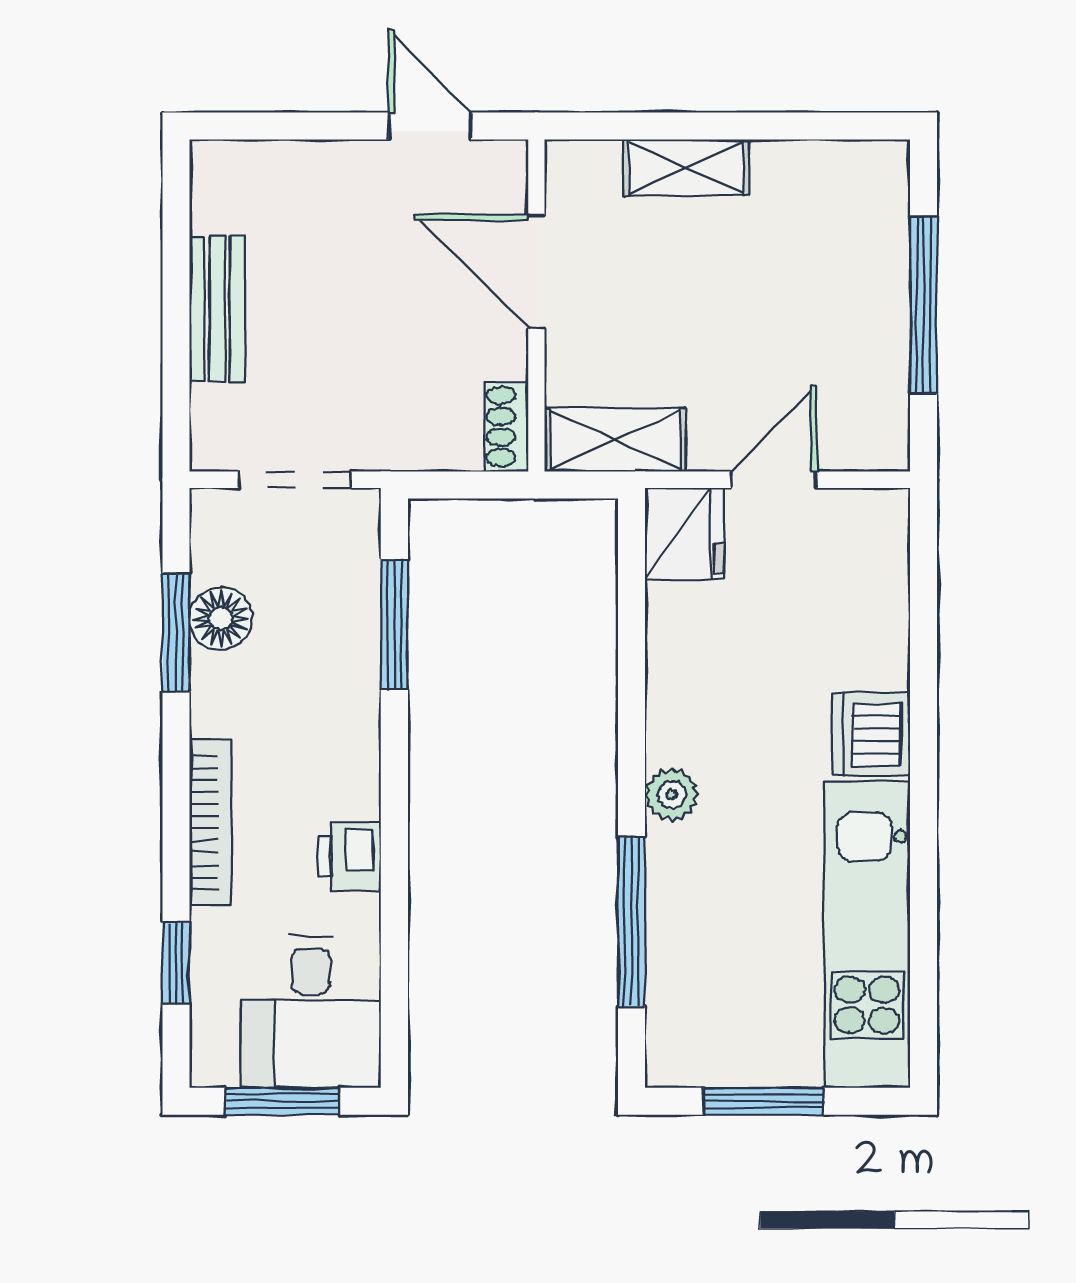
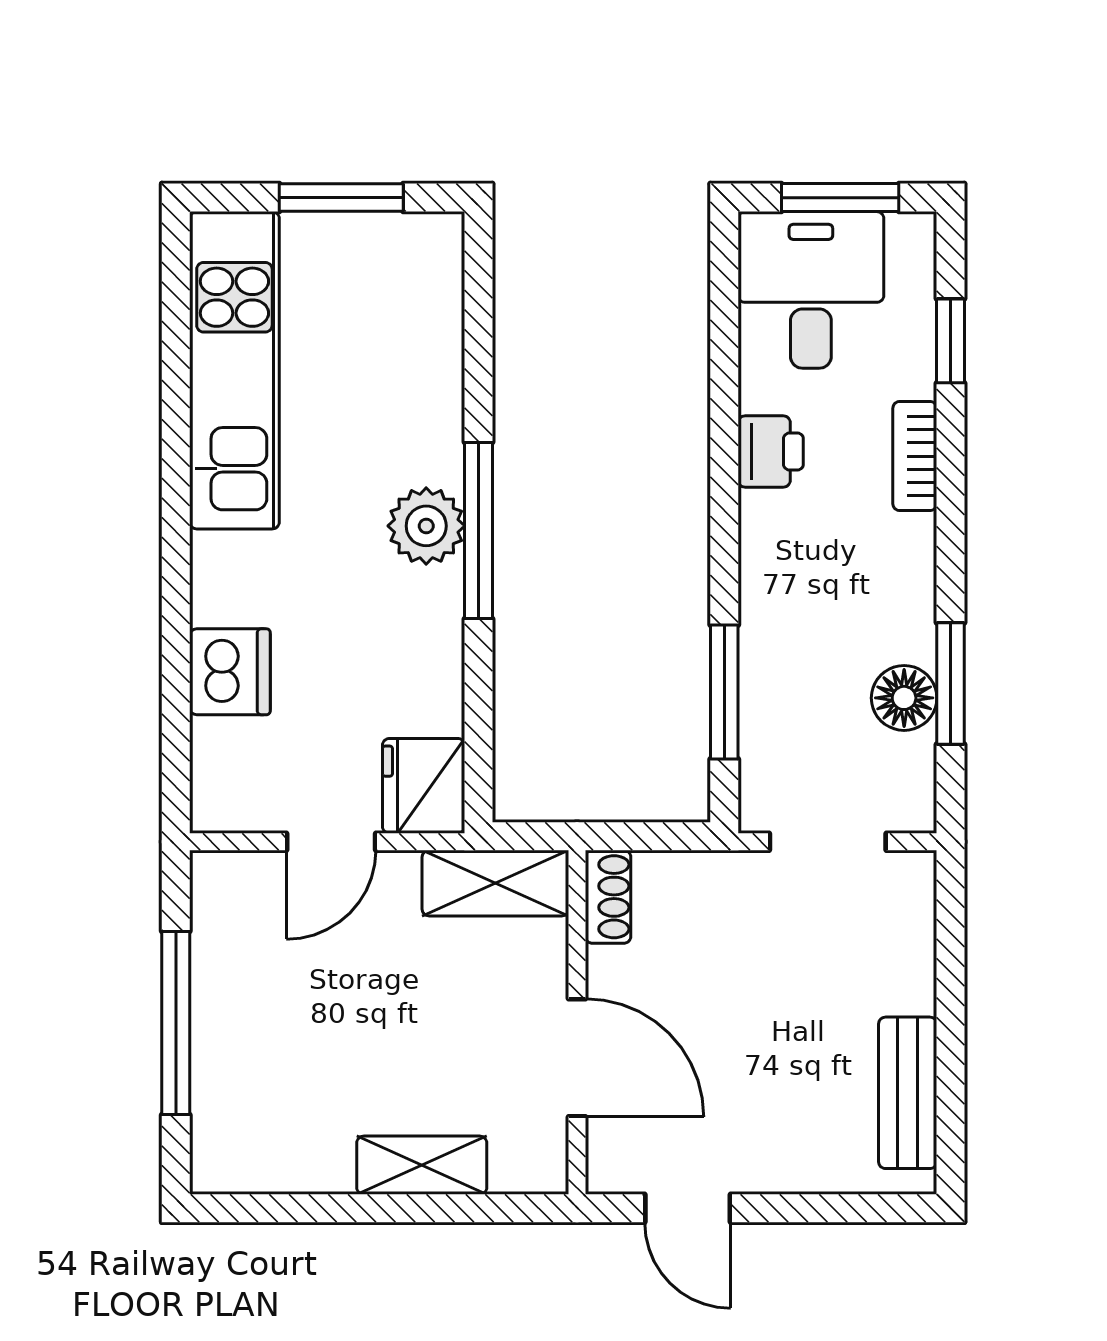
bench: (217, 309) -> (908, 1093), moved
dishwasher: (871, 735) -> (230, 672), moved
plant: (672, 795) -> (426, 526), width x1.38, depth x1.38
bookcase: (211, 822) -> (915, 456), width x0.64
window: (631, 922) -> (478, 530), moved

